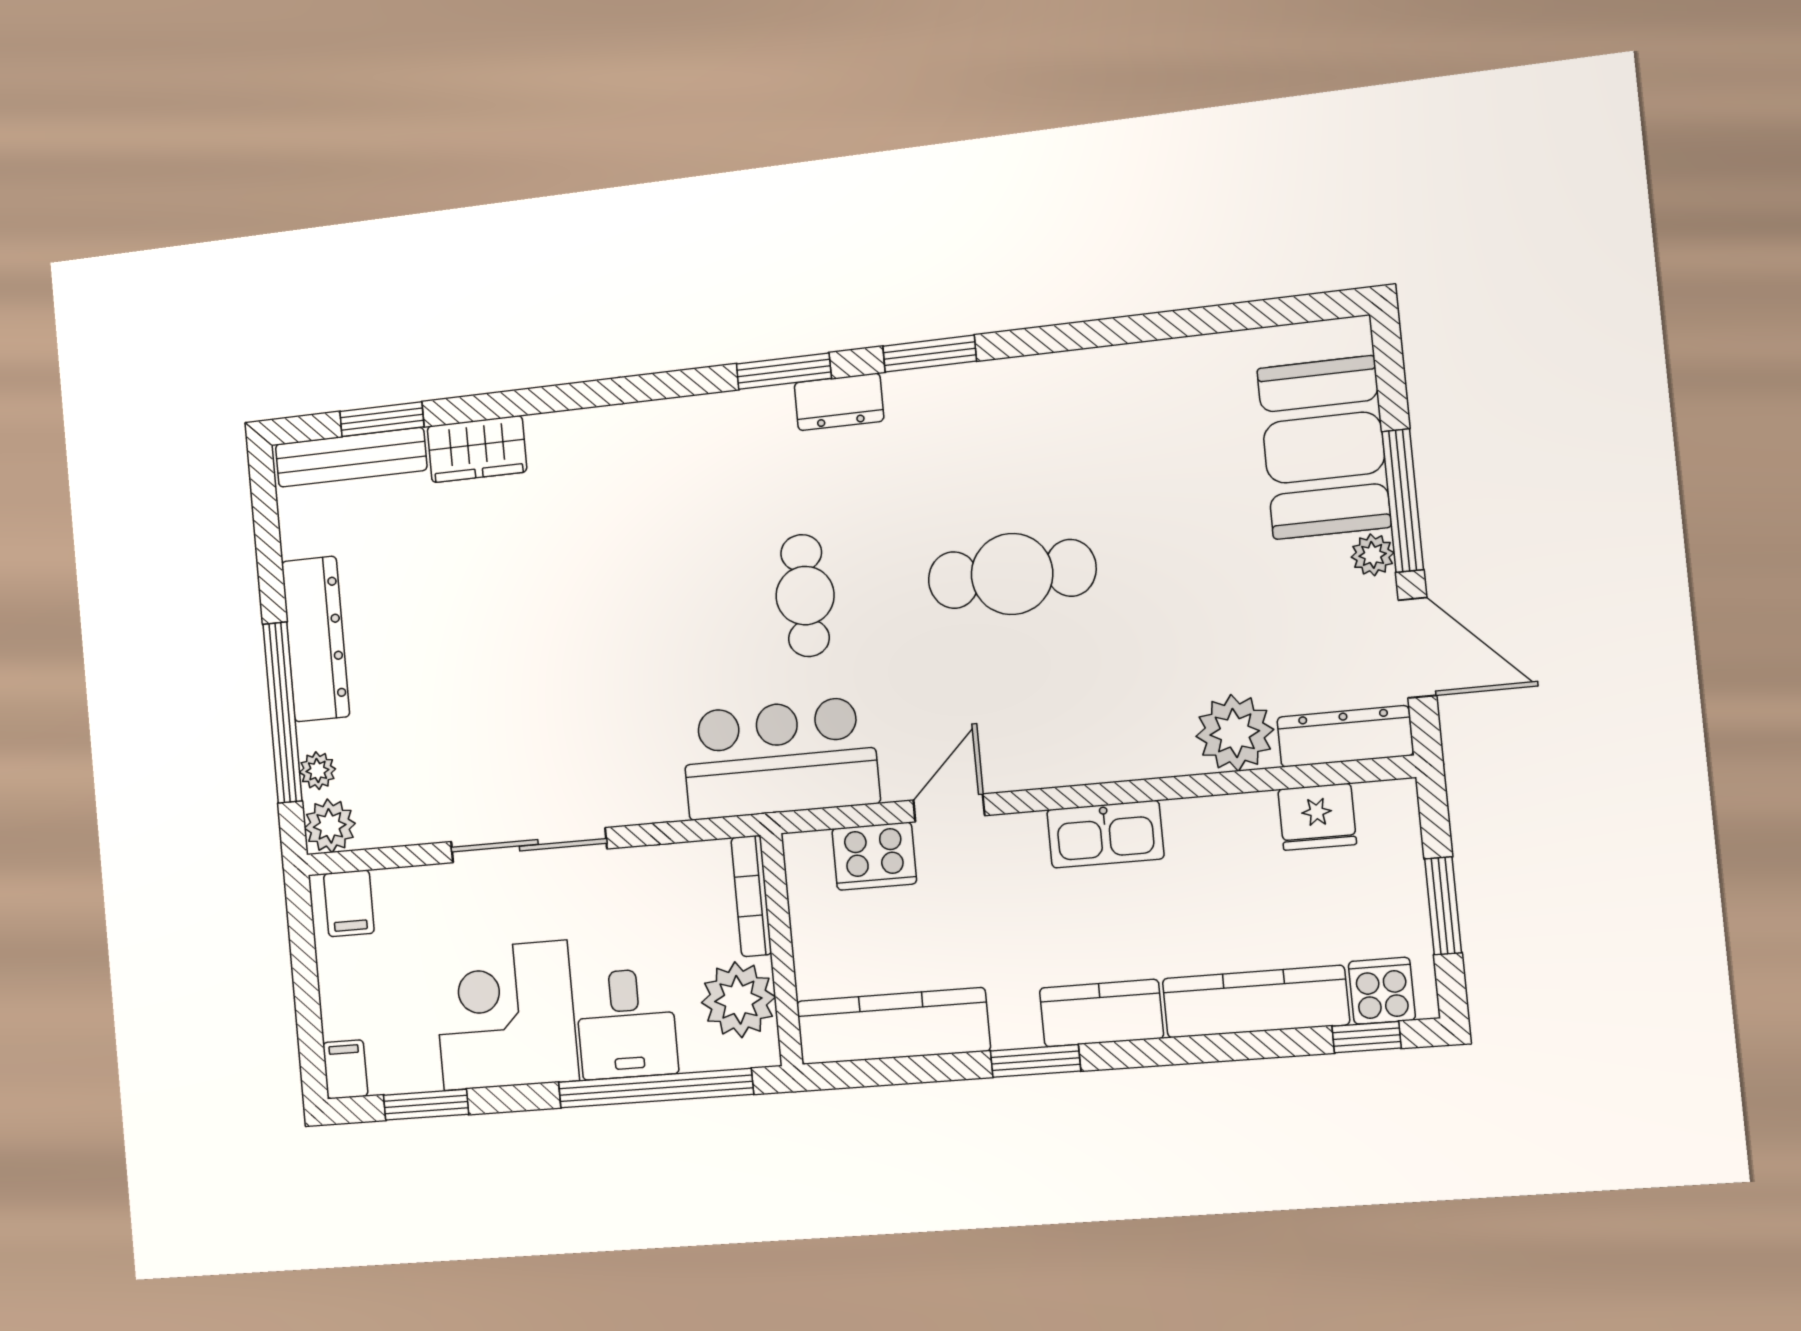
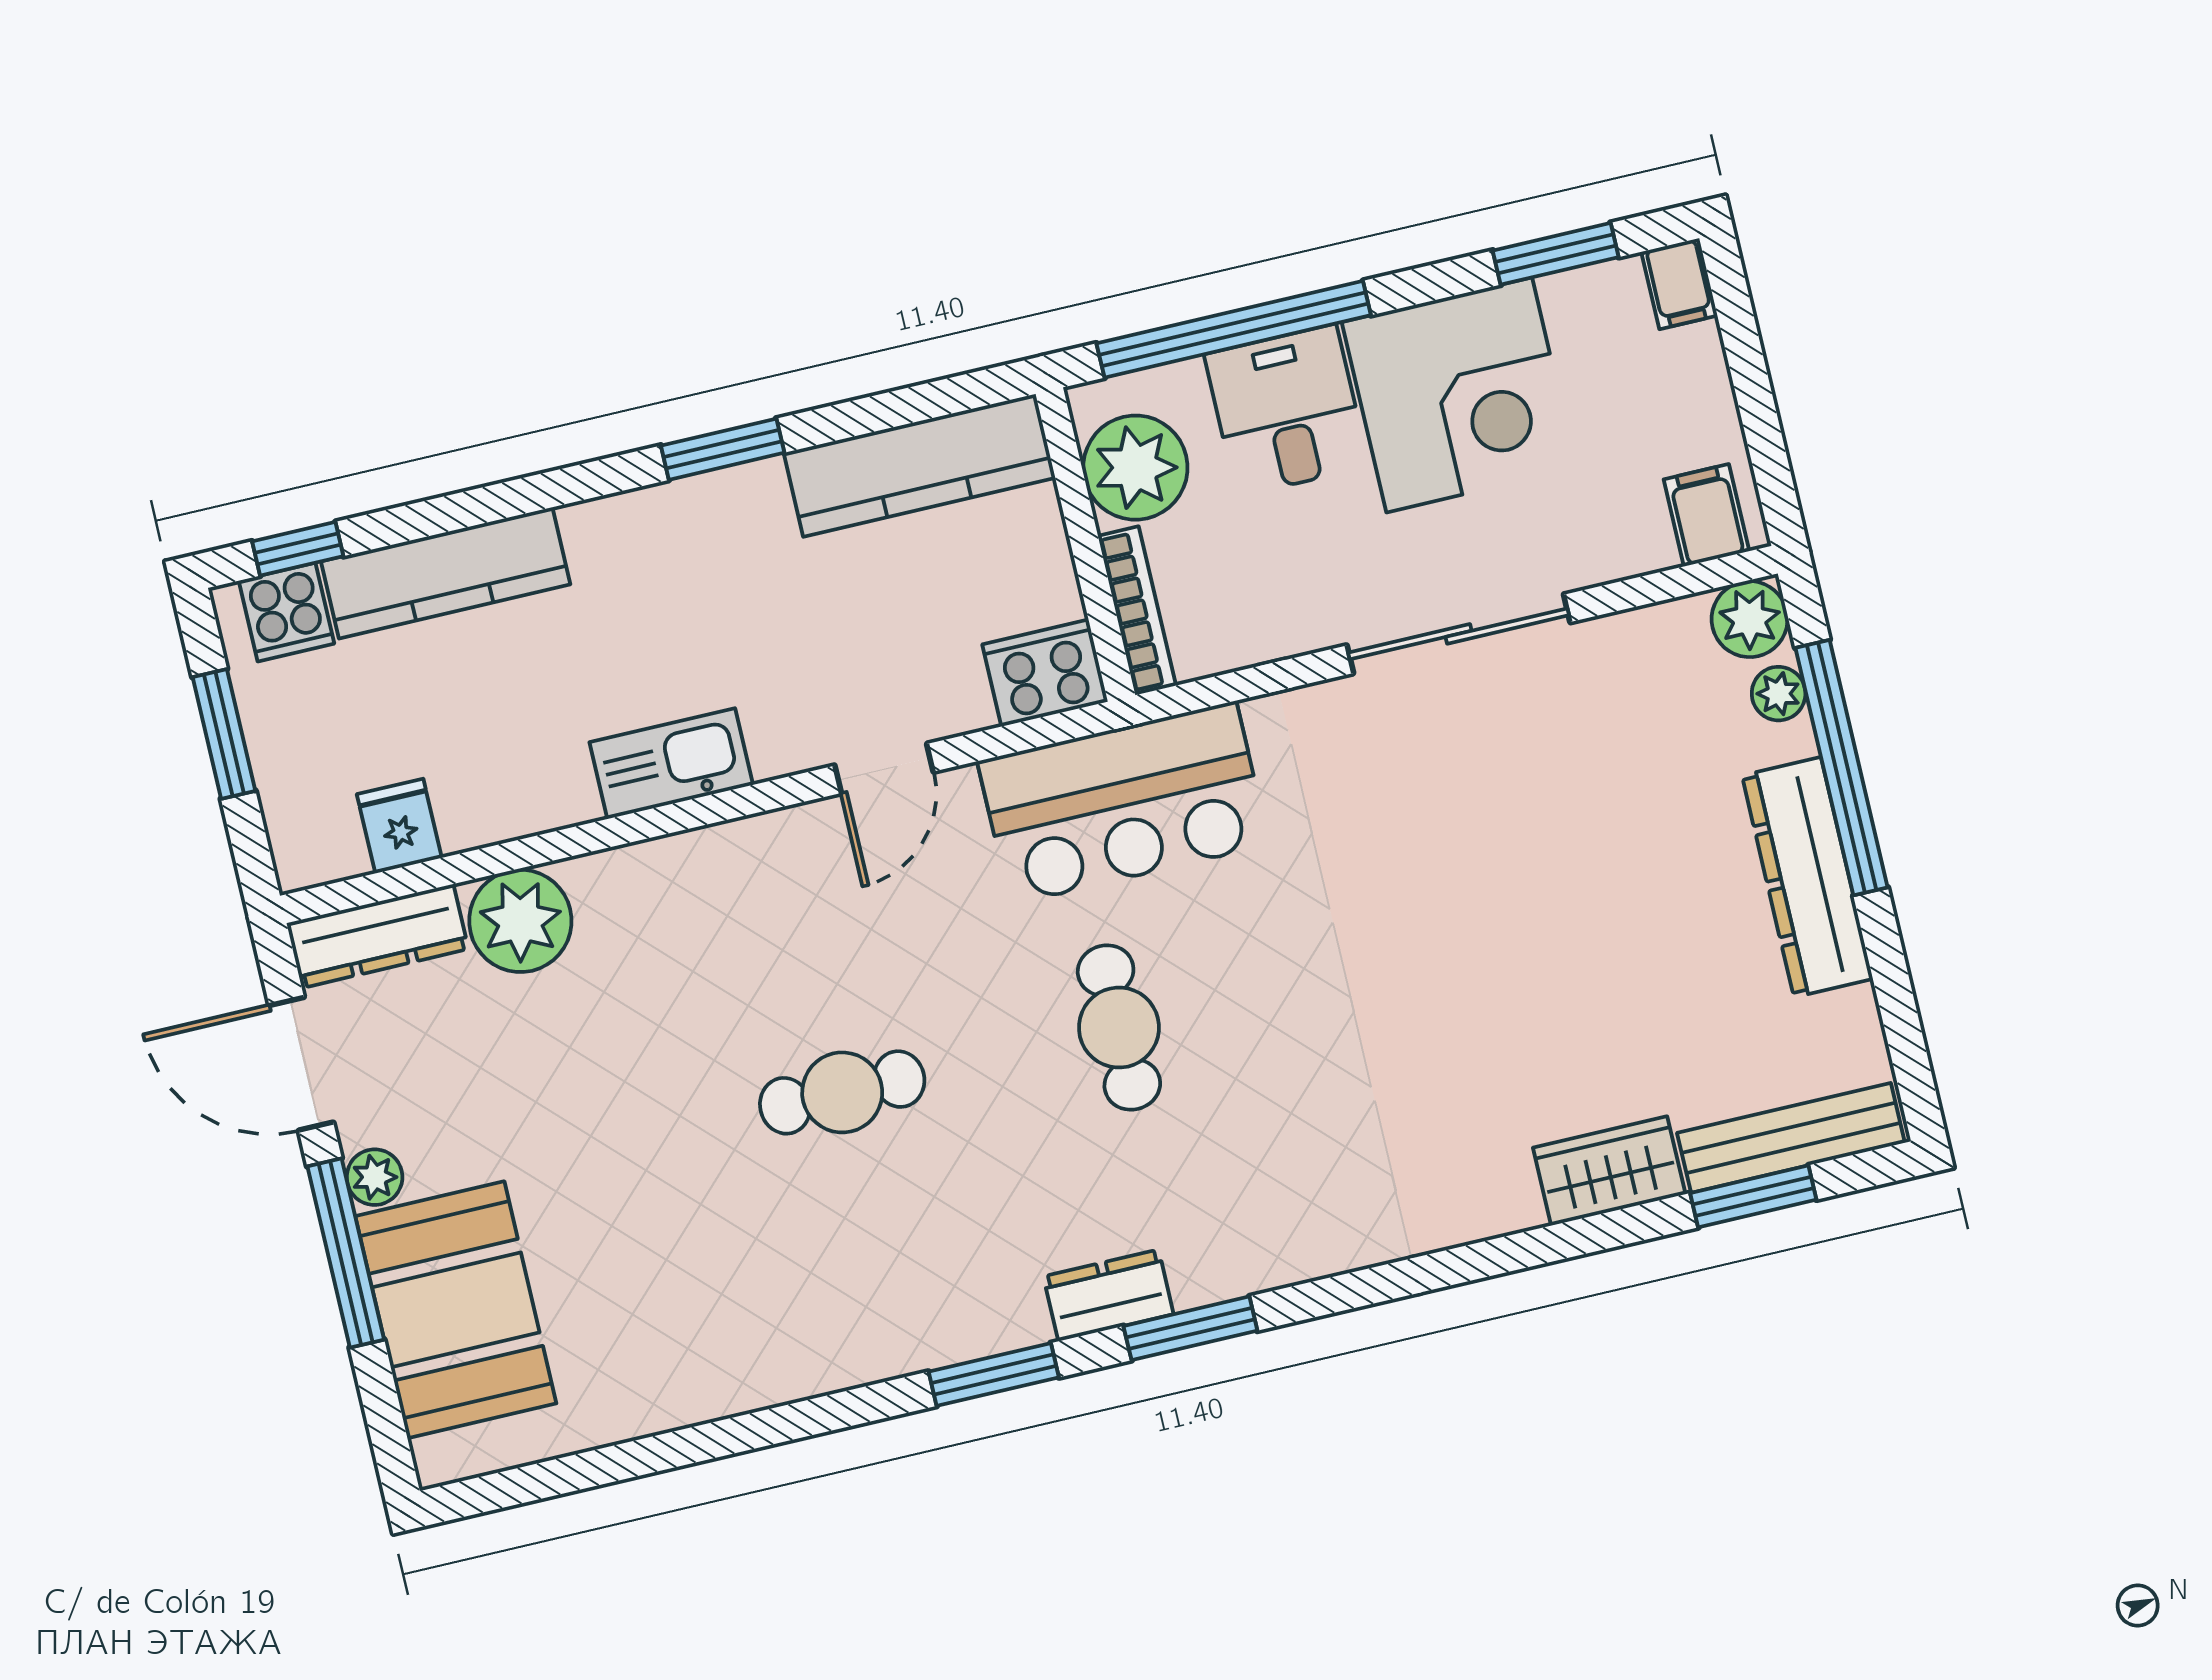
cafe table: (1012, 574) -> (842, 1092), width x0.73, depth x0.74
fridge: (1317, 817) -> (399, 826), width x0.72
cooker: (874, 856) -> (1045, 673), moved
kitchen counter: (1101, 1013) -> (644, 526), removed

